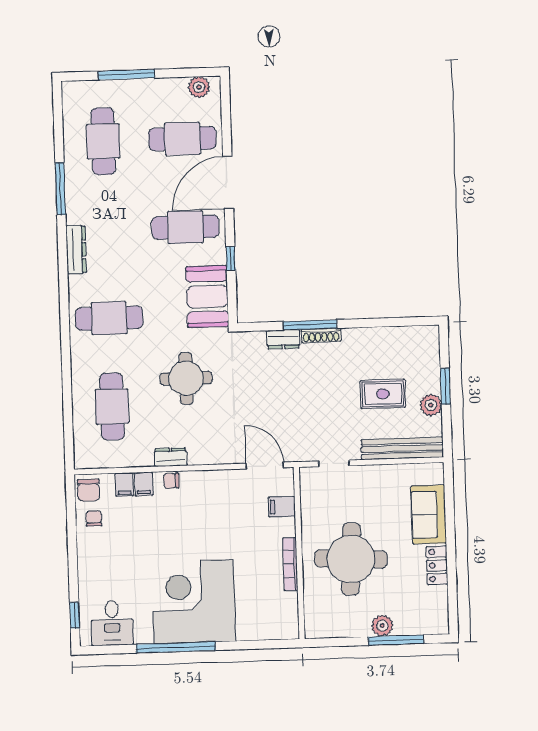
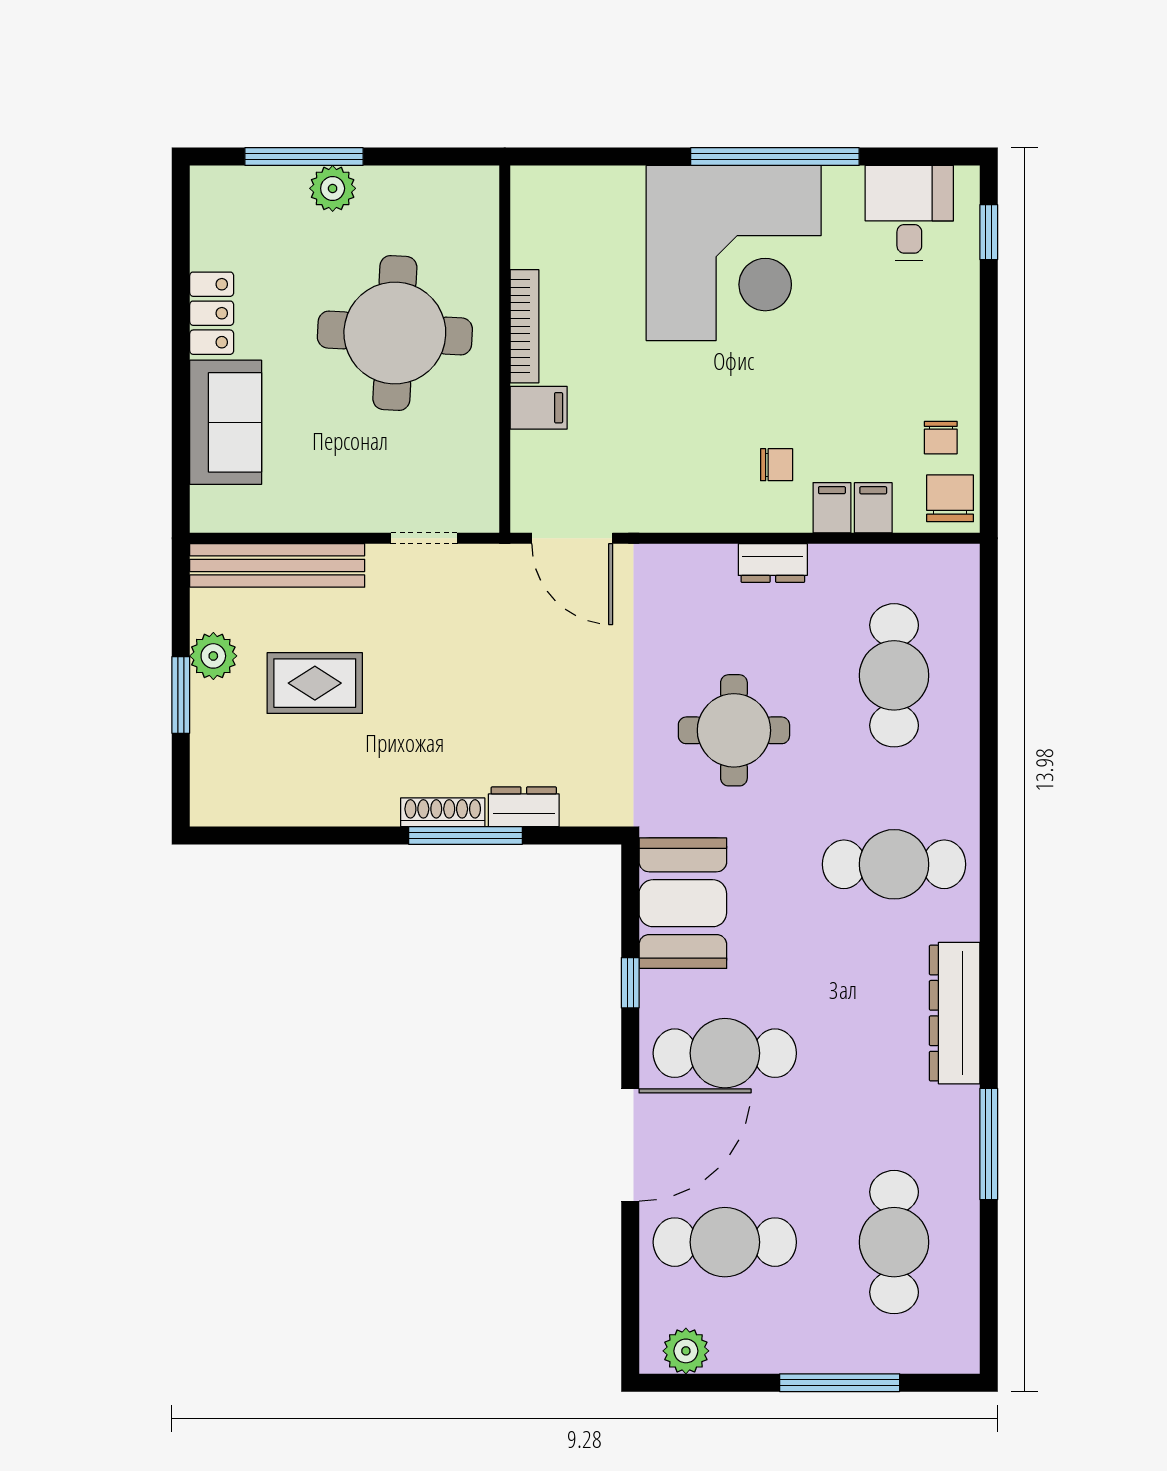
dresser: (76, 249) -> (955, 1013), width x1.37, depth x1.24
chair: (171, 481) -> (777, 465), moved
filing cabinet: (282, 507) -> (539, 408), moved

